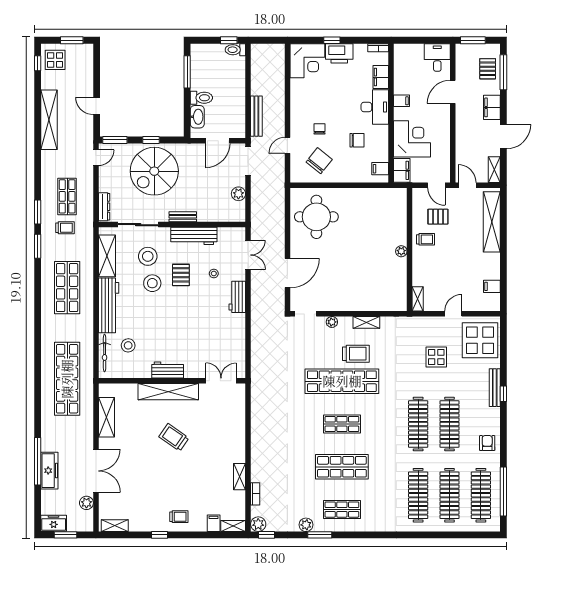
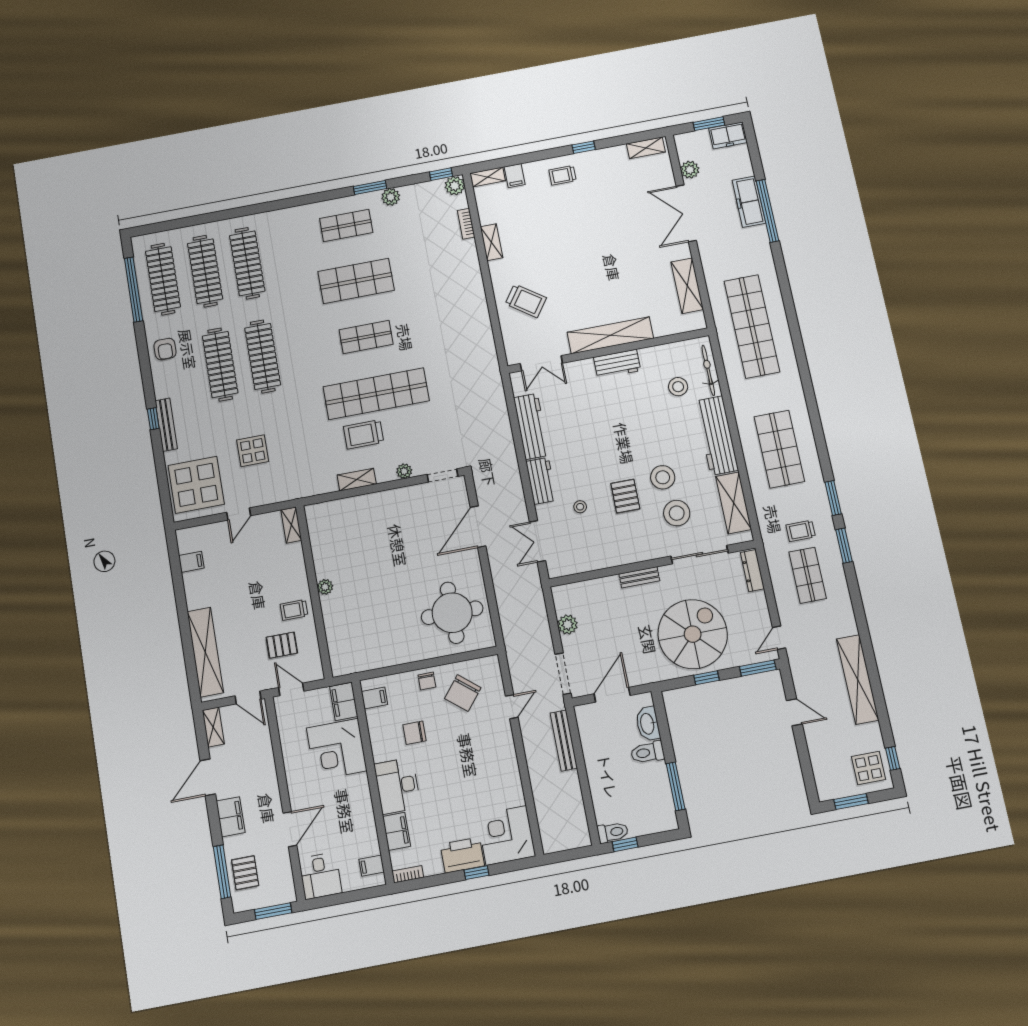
filing cabinet: (402, 101) -> (372, 866), moved
chair: (320, 129) -> (427, 681), moved
workbench: (194, 236) -> (531, 426), moved, turned 90
trolley: (174, 437) -> (526, 301), moved

